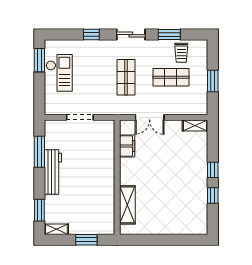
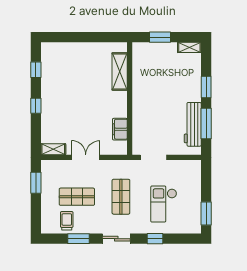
checkout: (59, 73) -> (164, 204), moved
window: (213, 81) -> (36, 183), moved
doorway: (80, 117) -> (153, 157), moved
double door: (150, 117) -> (86, 157), moved
workbench: (53, 172) -> (193, 124), moved
window: (213, 195) -> (36, 70), moved
window: (39, 210) -> (206, 87), moved

